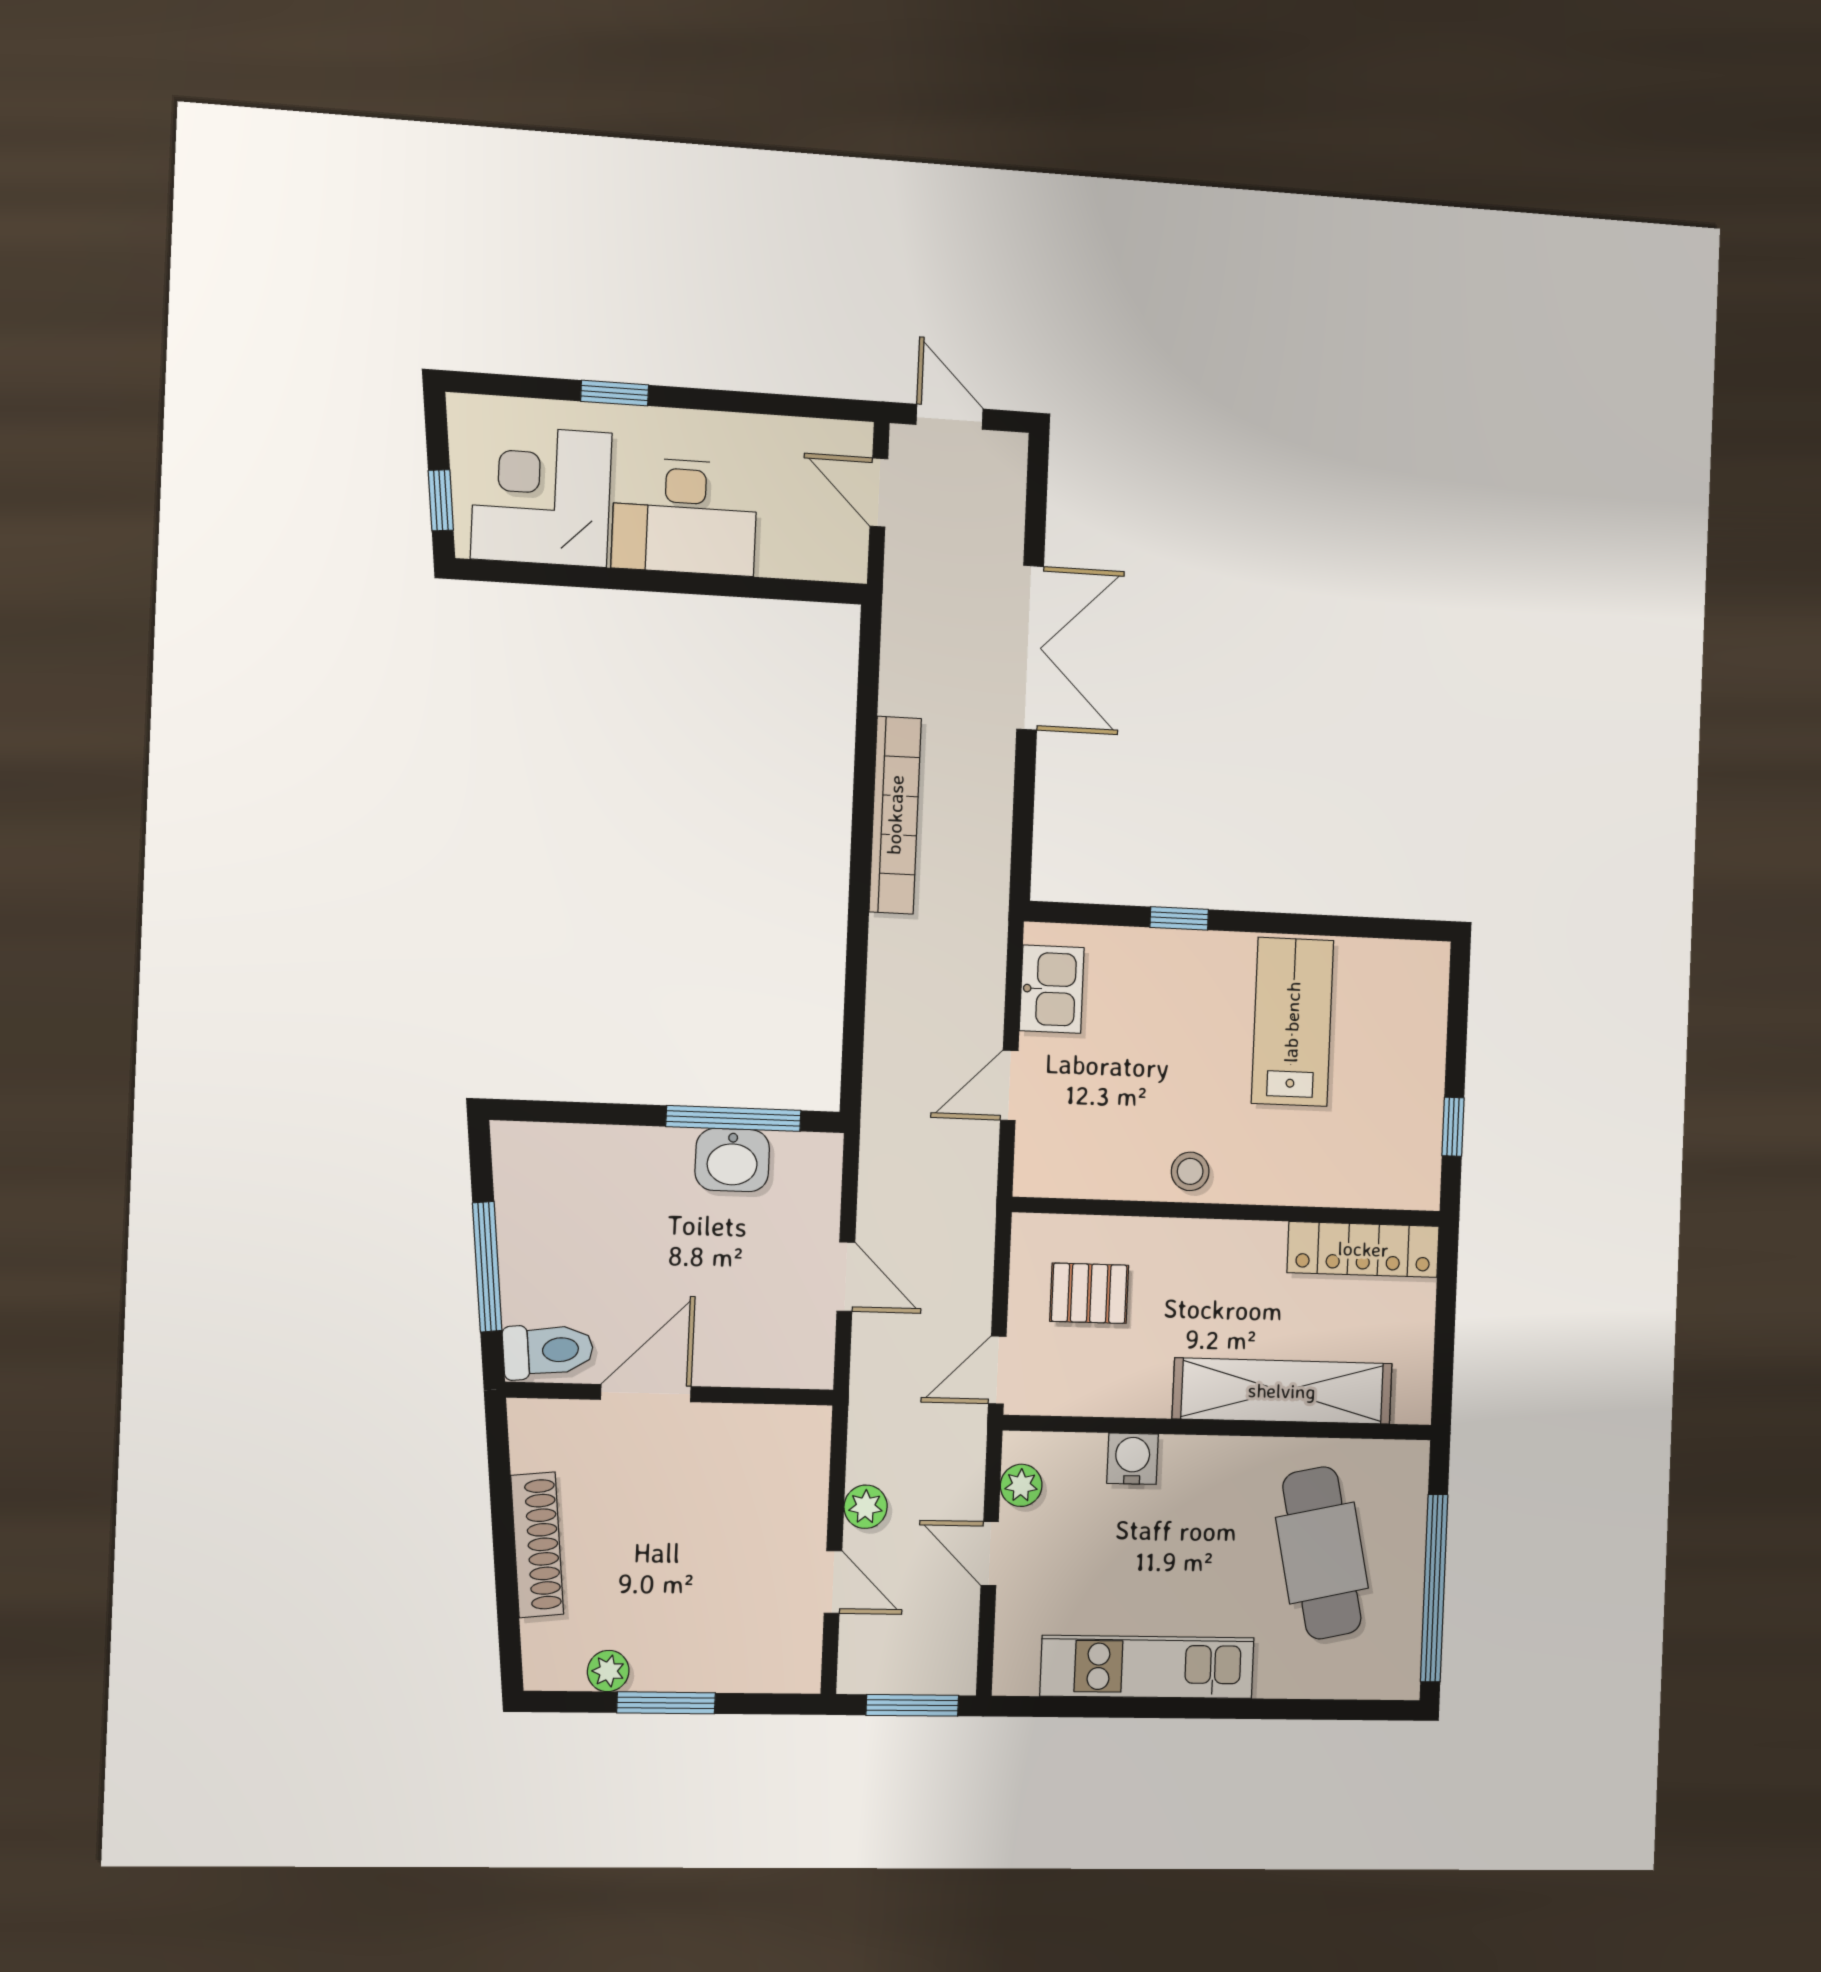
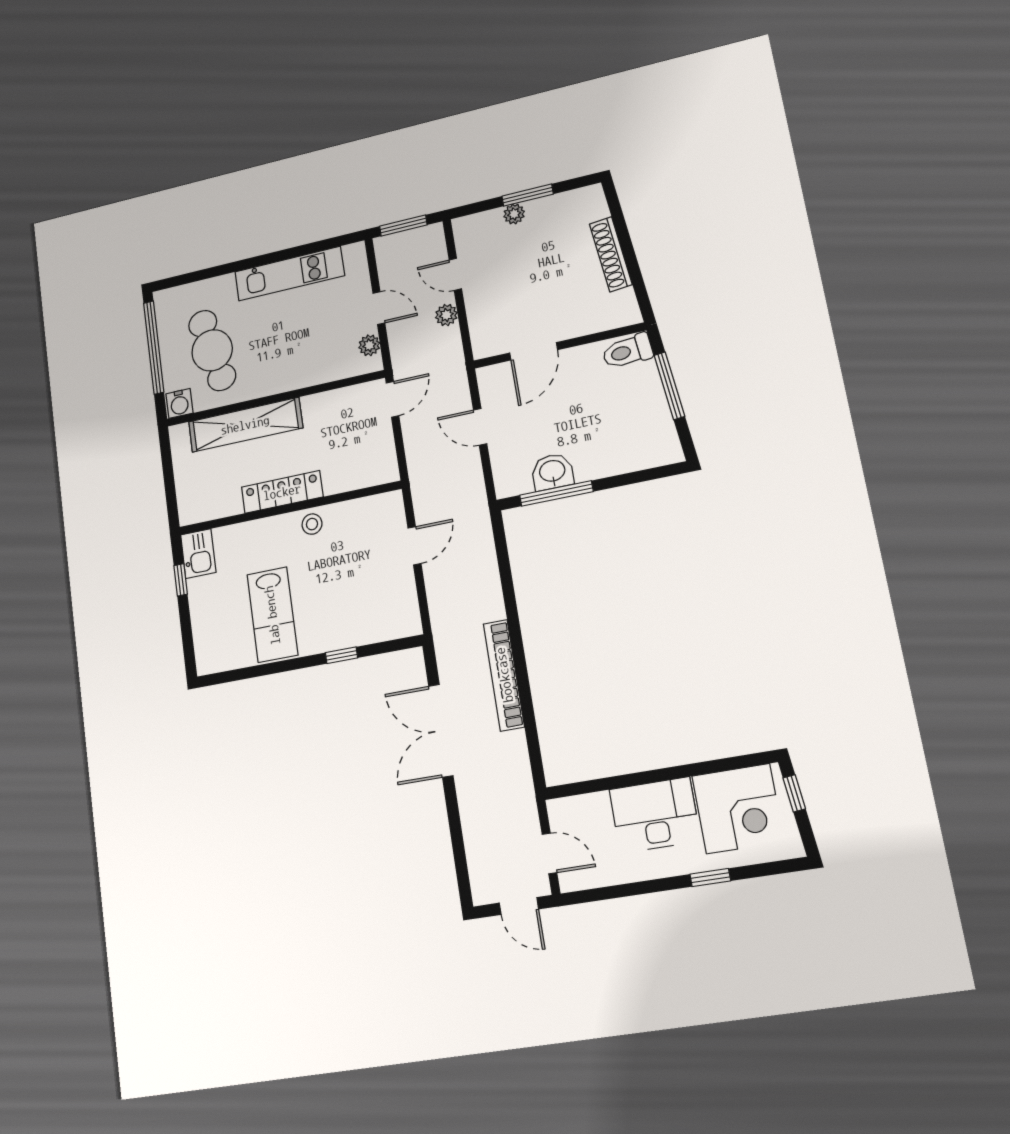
double door: (1030, 648) -> (441, 731), moved
kitchen sink: (1052, 989) -> (198, 554), moved, turned 180
locker: (1363, 1249) -> (282, 492), moved
pallet: (1089, 1293) -> (353, 449), removed
door: (646, 1393) -> (534, 351), moved
water cooler: (1133, 1459) -> (179, 403), moved
plant: (608, 1671) -> (514, 214), moved

